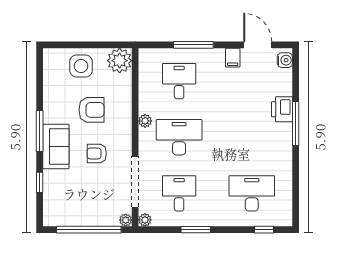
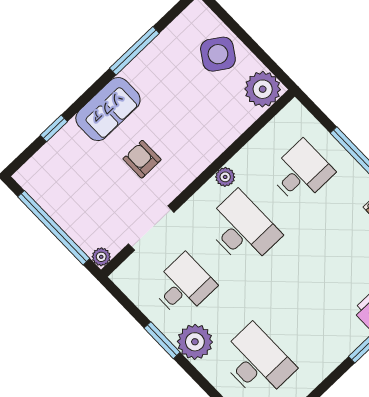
side table: (81, 66) -> (218, 54), turned 34
armchair: (92, 110) -> (182, 110), removed
window: (40, 131) -> (134, 51), moved
doorway: (135, 182) -> (151, 228), width x0.73
plant: (145, 220) -> (195, 342), moved, width x1.88, depth x1.88

